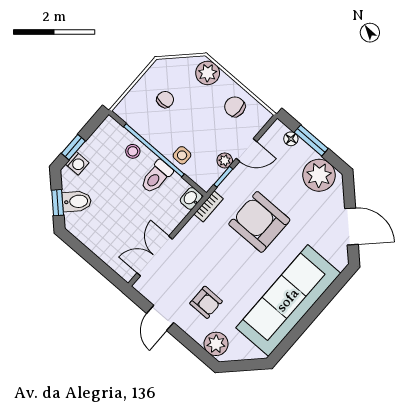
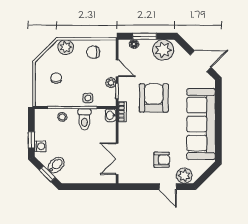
door: (246, 150) -> (117, 68), hinge flipped
armchair: (259, 222) -> (154, 98), turned 90
door: (160, 318) -> (168, 187), moved

